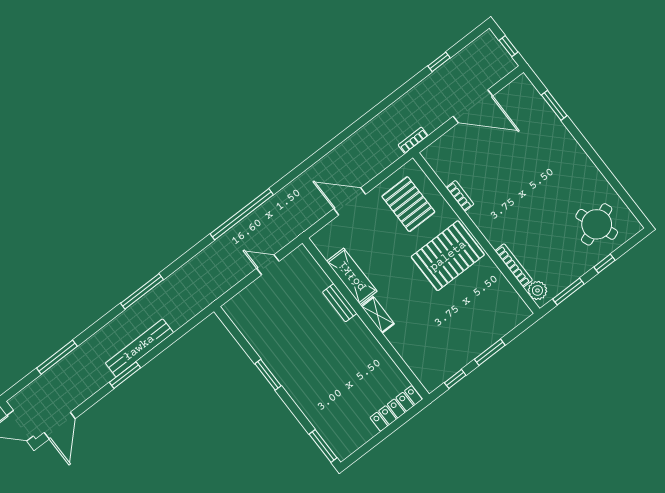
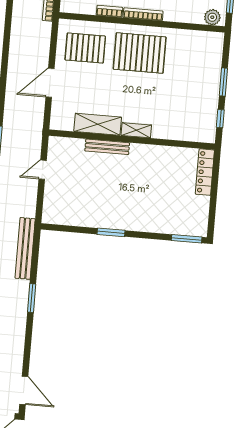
pallet: (448, 256) -> (140, 53), turned 90
bookcase: (514, 265) -> (143, 14), moved
bench: (340, 303) -> (107, 147), width x1.36
bench: (139, 348) -> (25, 248), moved
window: (125, 375) -> (32, 298), moved

